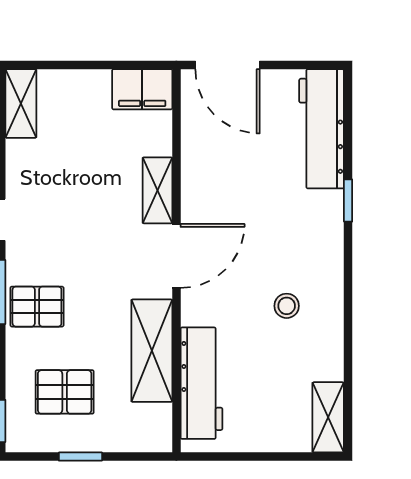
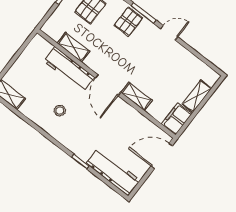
shelving: (21, 104) -> (197, 96), moved, turned 90
shelving: (152, 351) -> (74, 47), width x0.67, depth x0.75
workbench: (201, 383) -> (69, 69), moved

